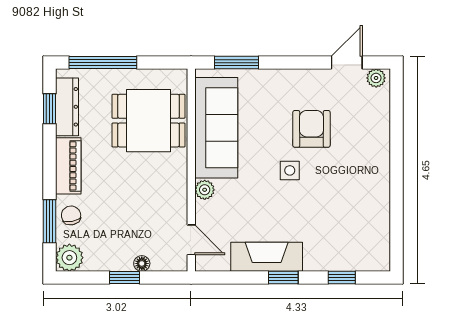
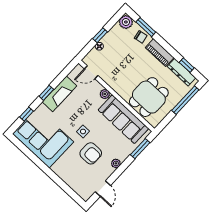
plant: (376, 78) -> (116, 163), moved
corner sofa: (354, 221) -> (43, 138), added

